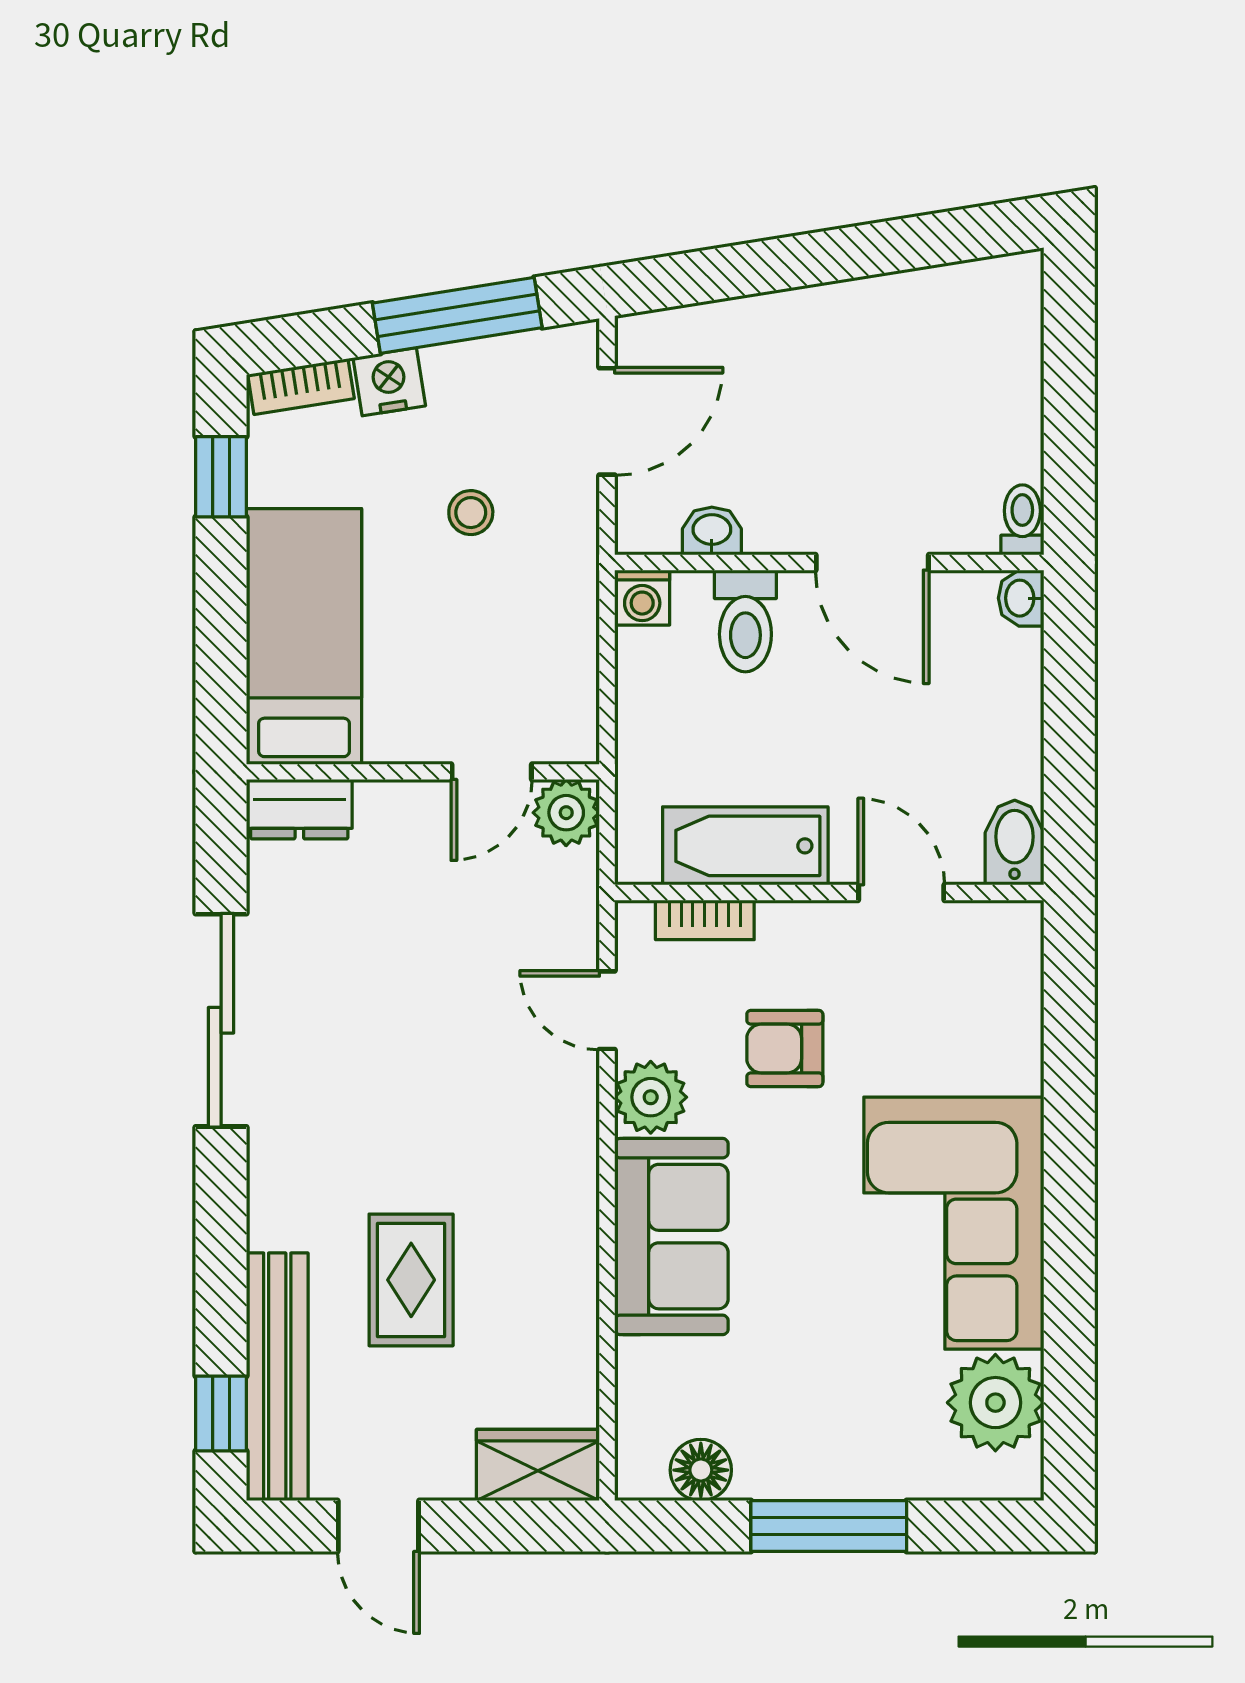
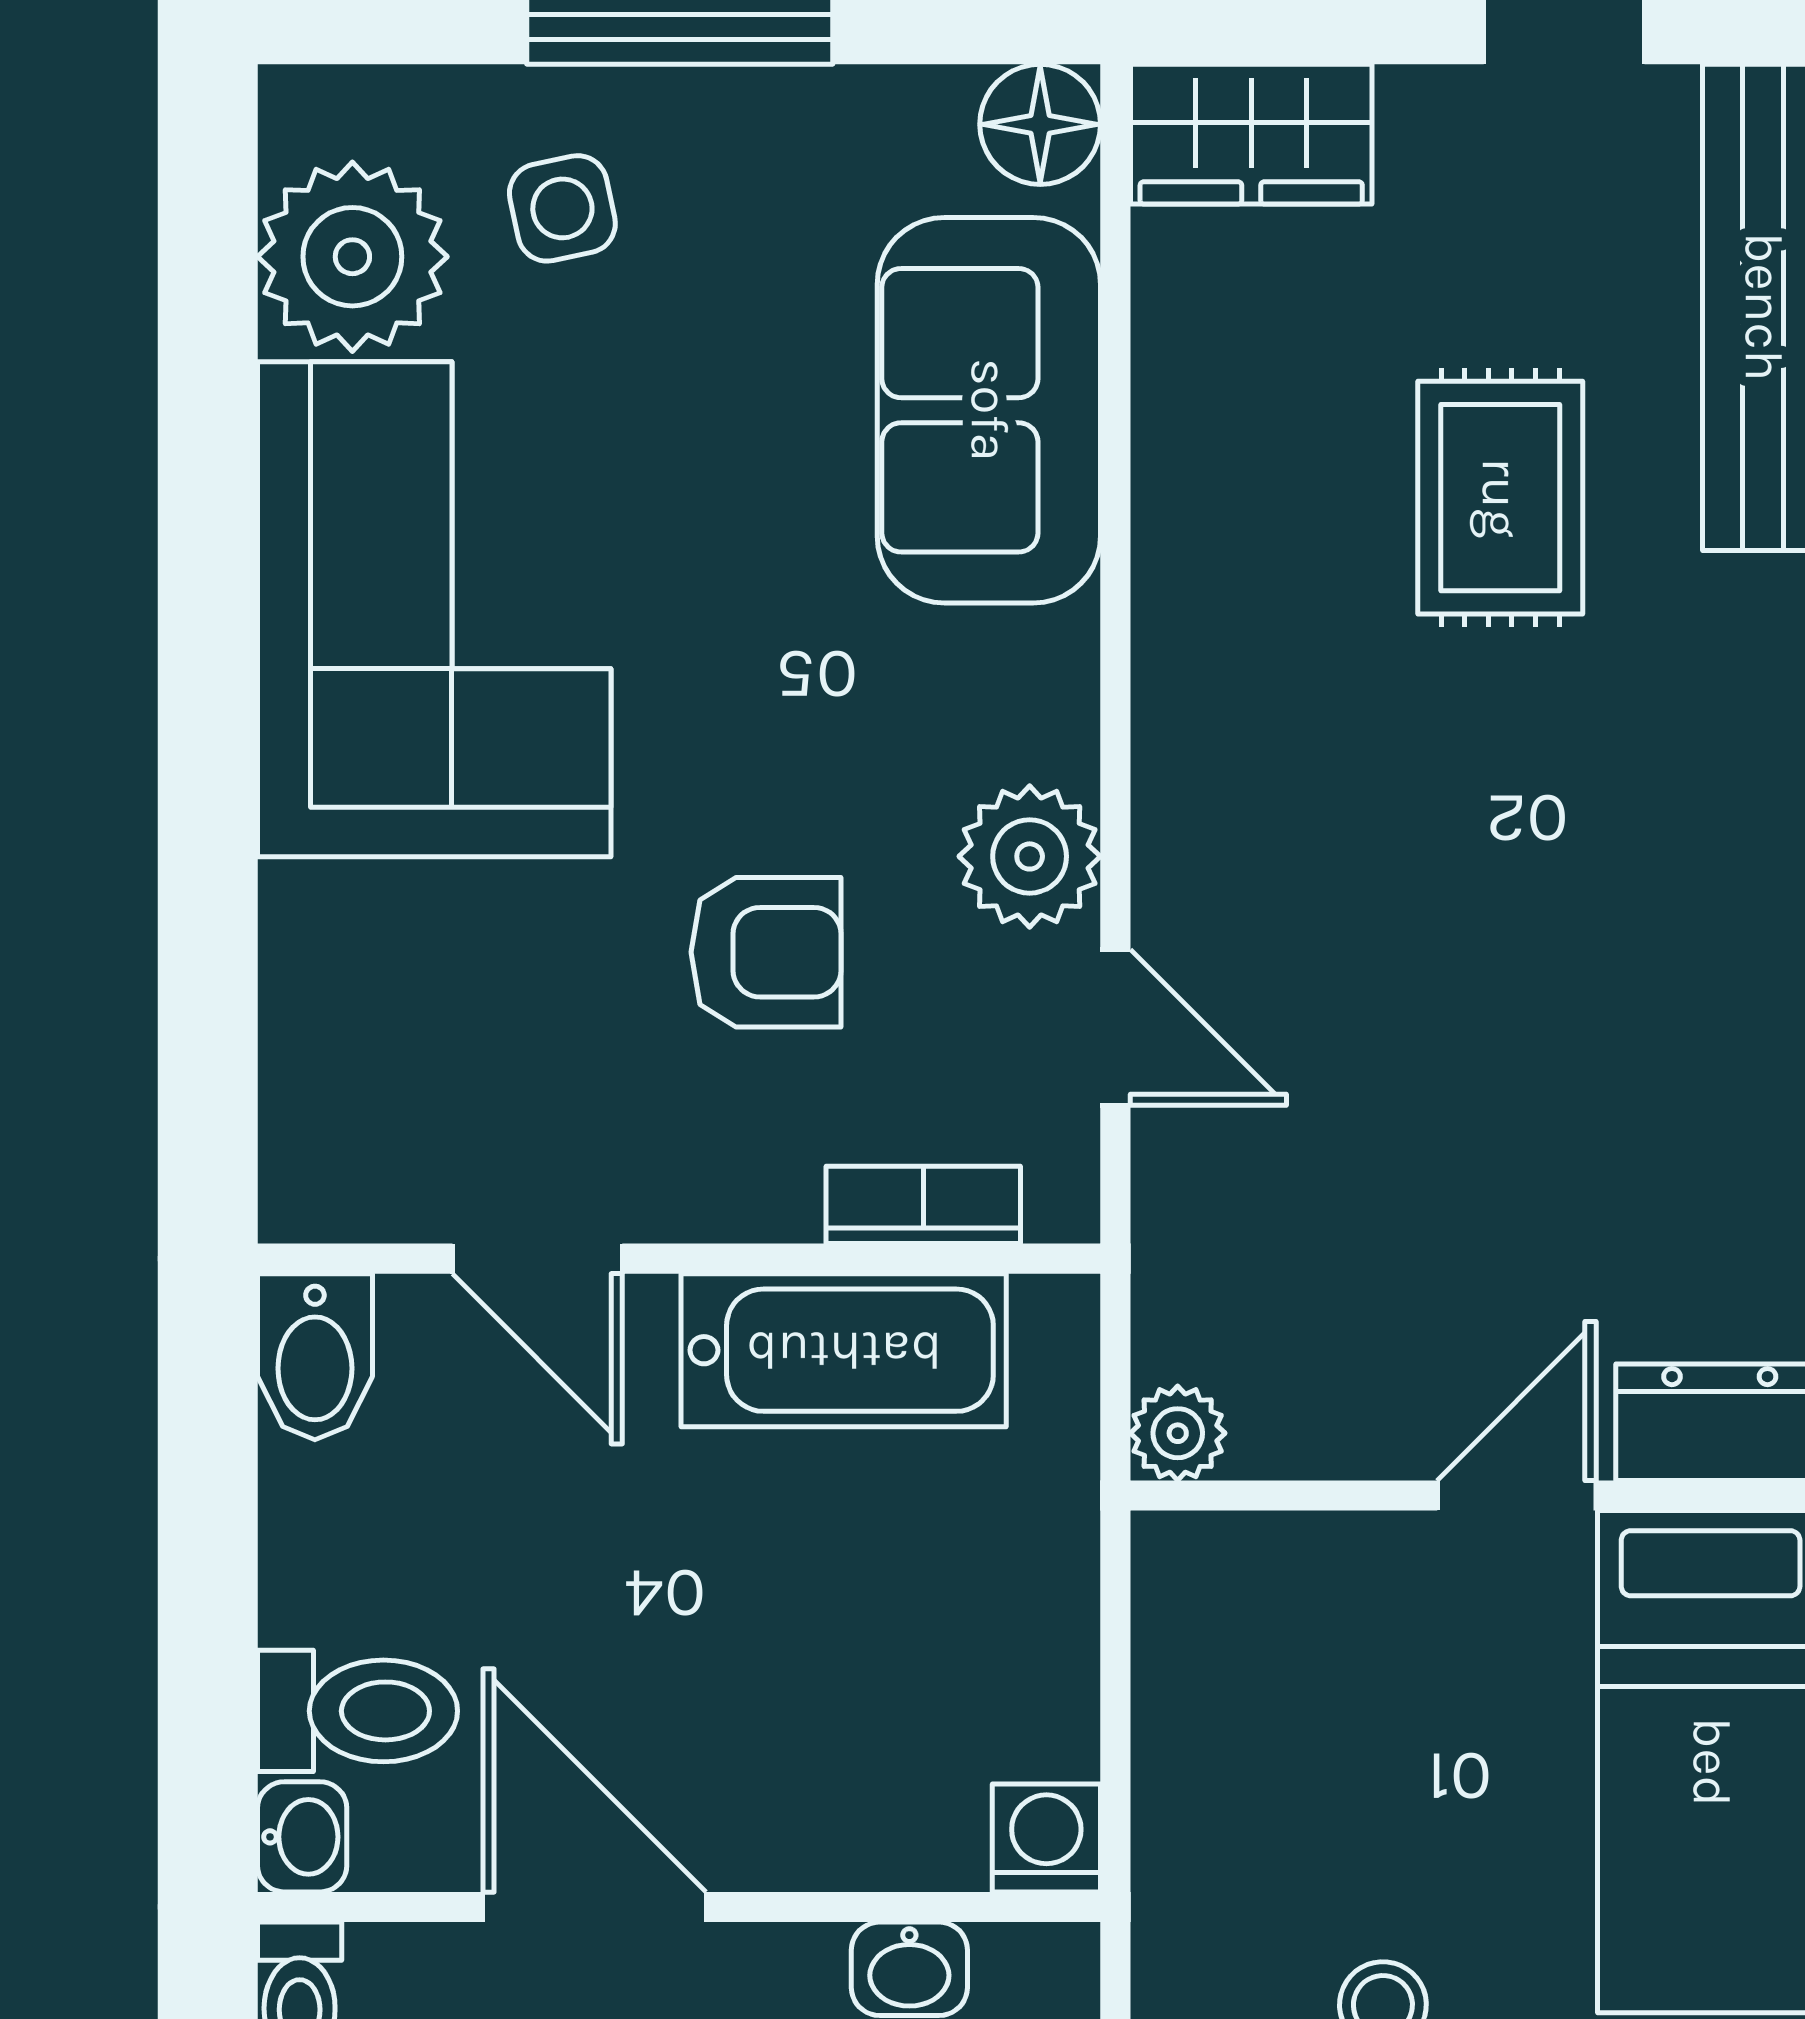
toilet: (745, 621) -> (357, 1711), moved, turned 90
door: (492, 772) -> (1517, 1496), moved
plant: (566, 813) -> (1178, 1433), width x0.73, depth x0.73
sofa: (671, 1237) -> (989, 410), moved
side table: (889, 1427) -> (562, 208), added
floor lamp: (701, 1470) -> (1040, 124), moved

